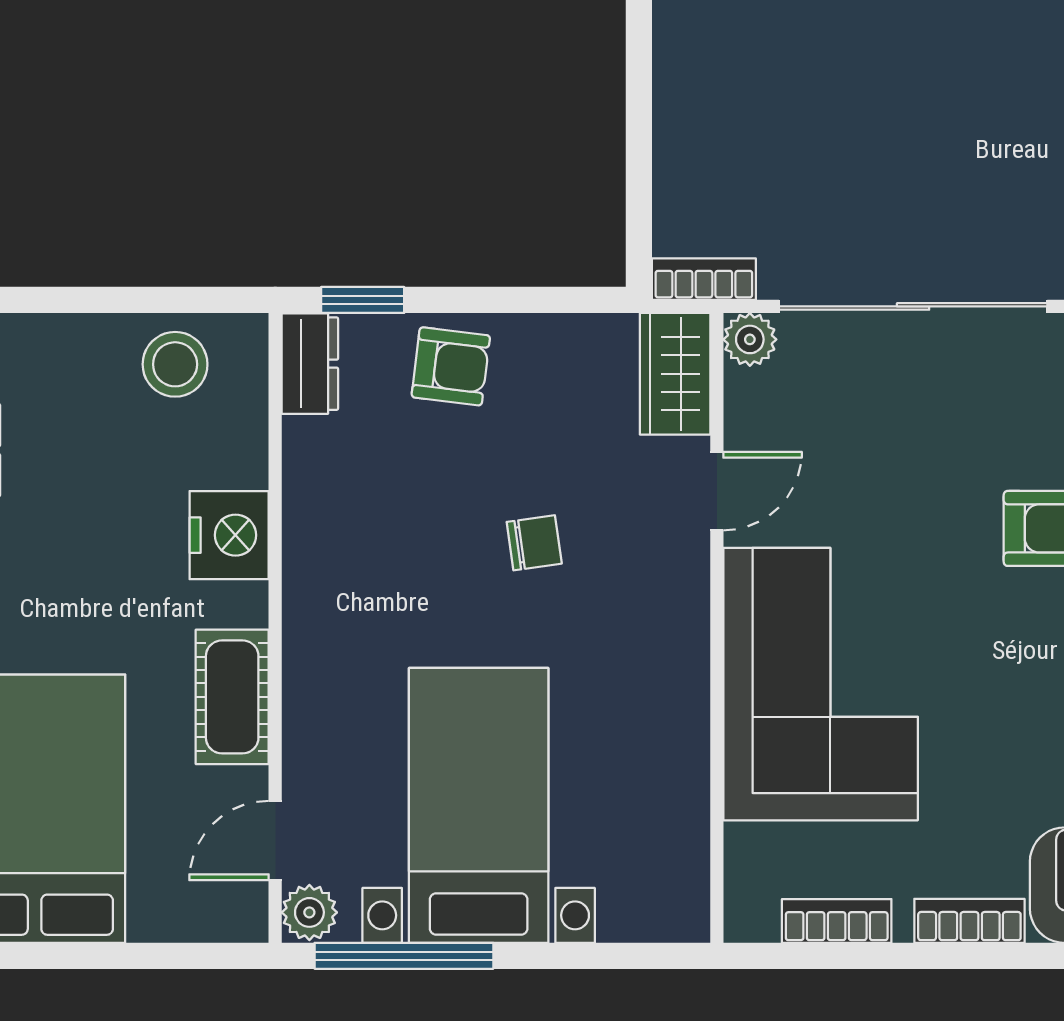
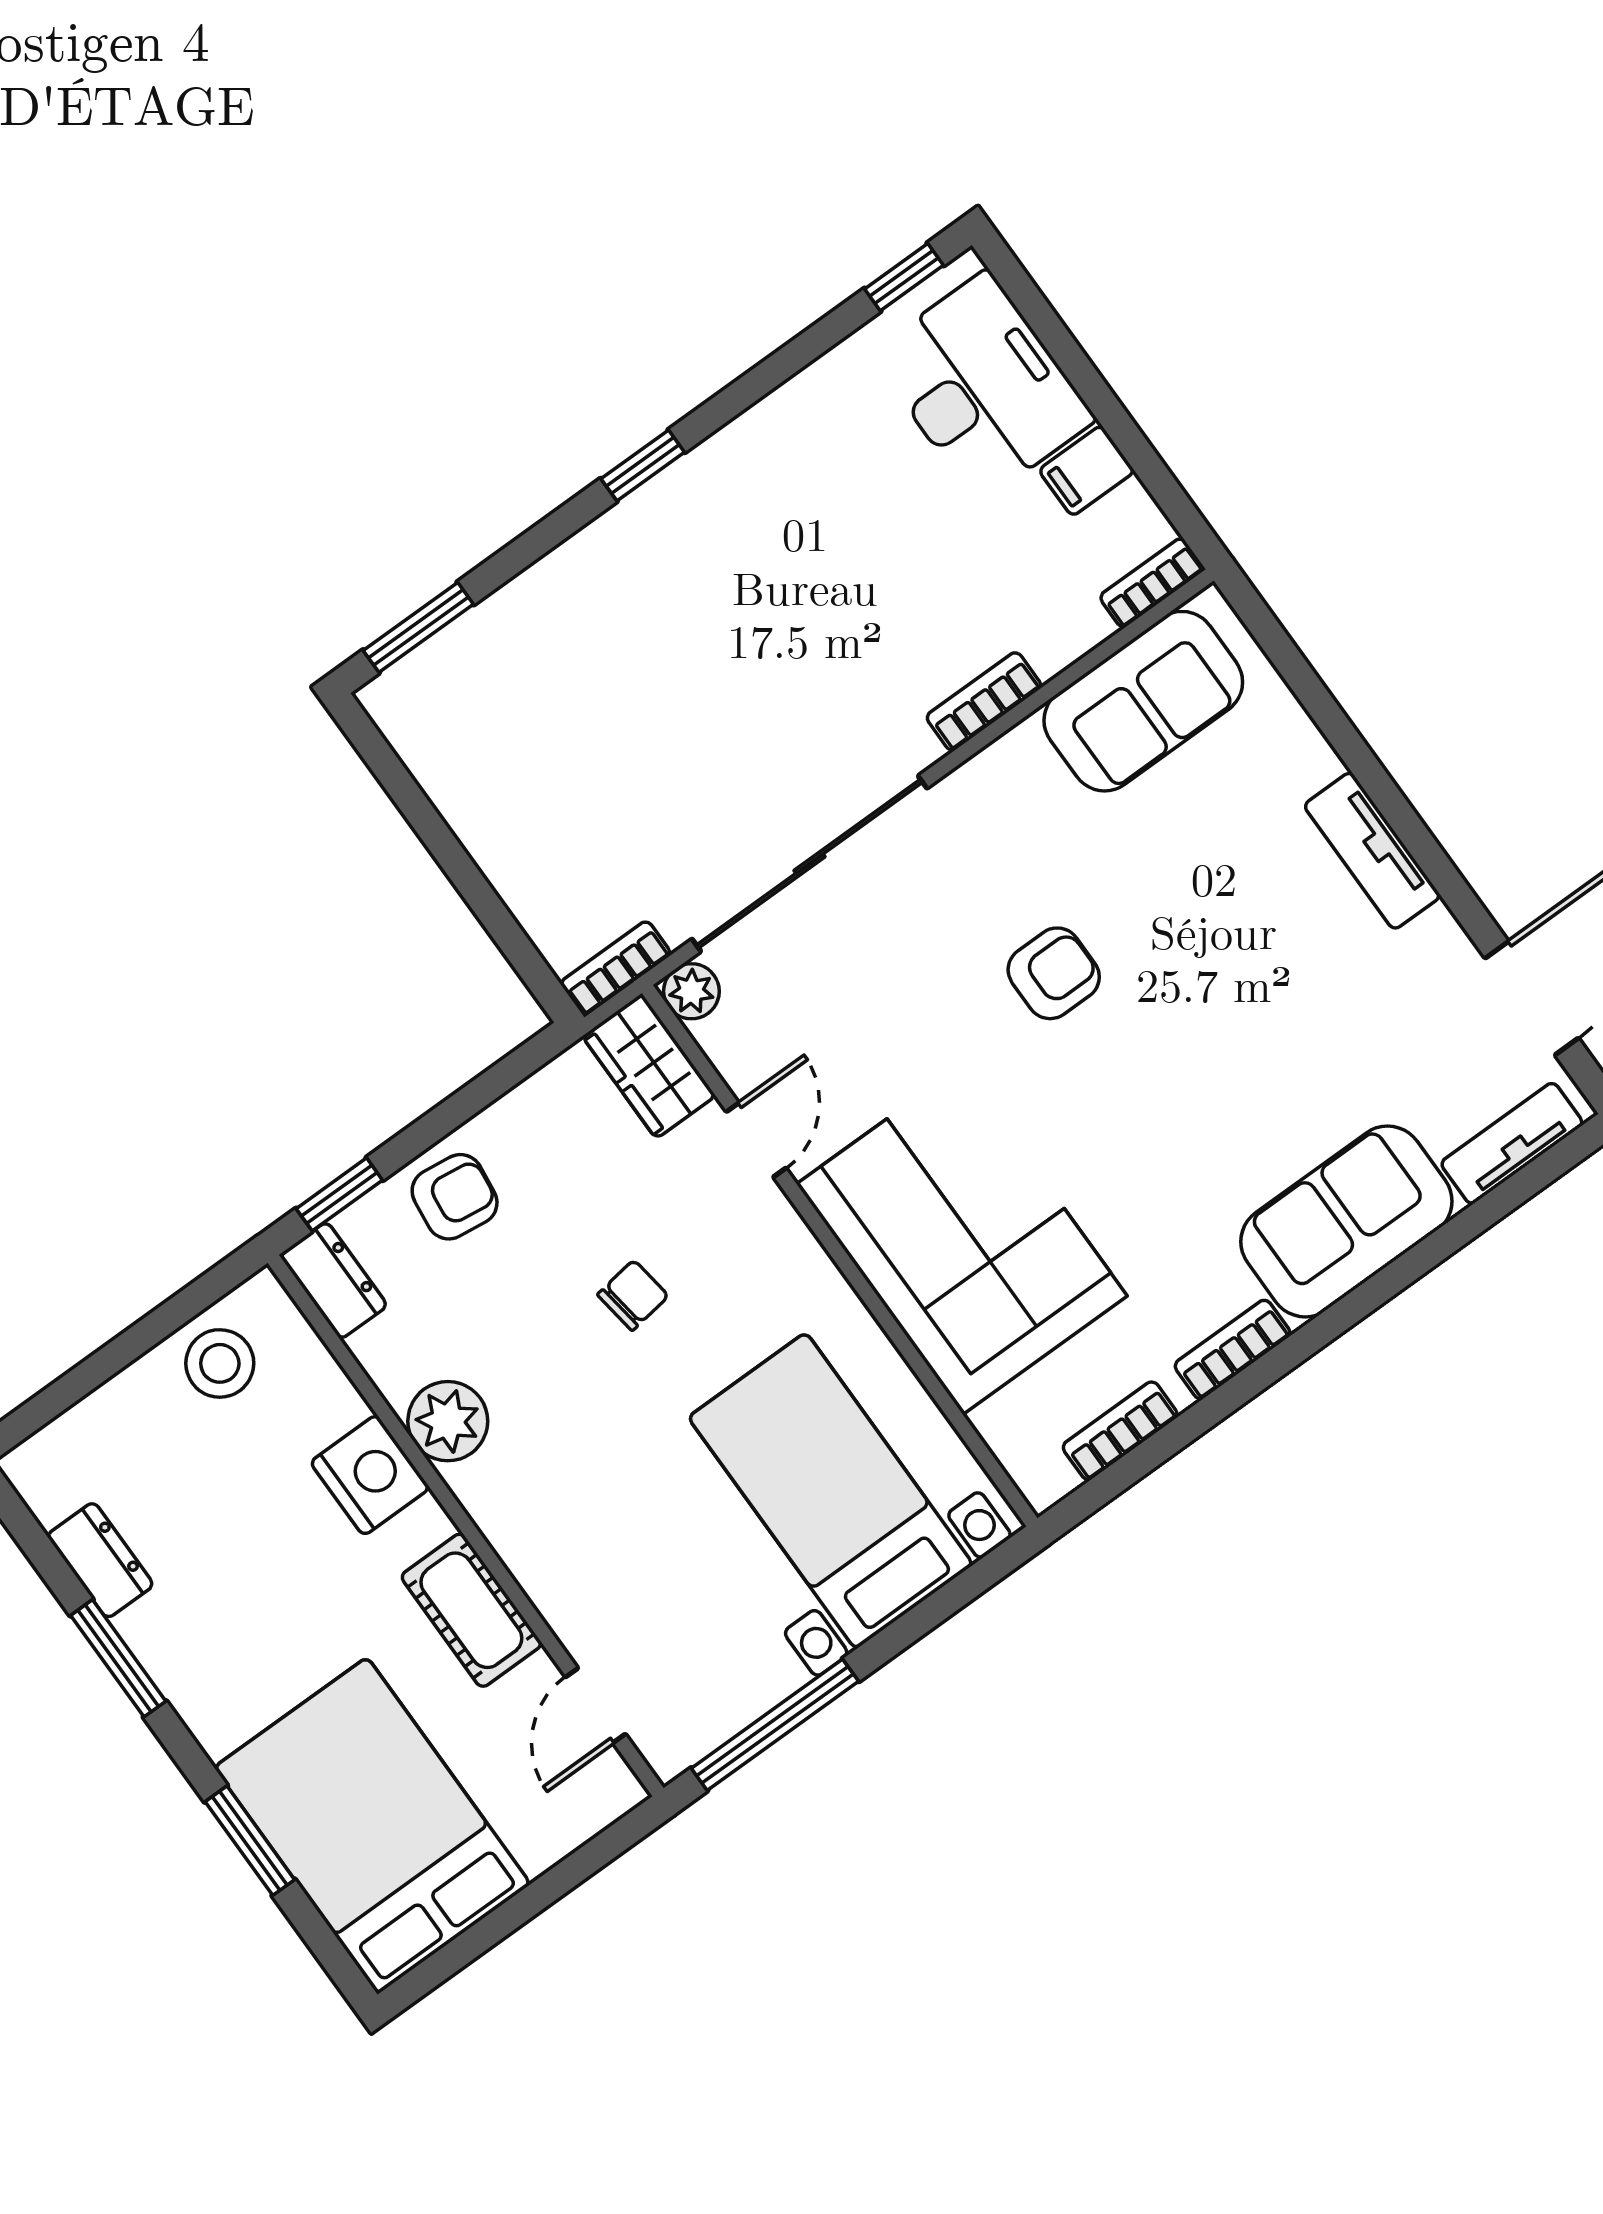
bed with nightstands: (479, 805) -> (831, 1491), moved
plant: (309, 912) -> (448, 1421), moved, width x1.38, depth x1.38

